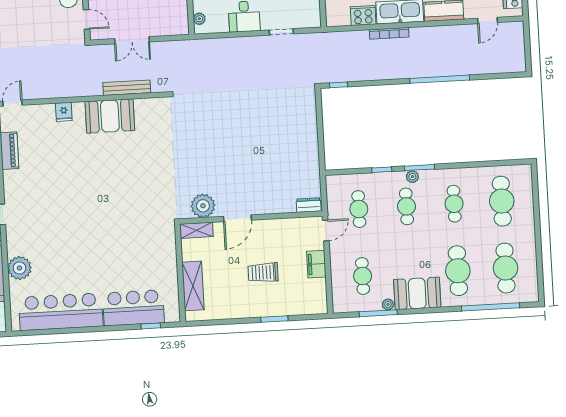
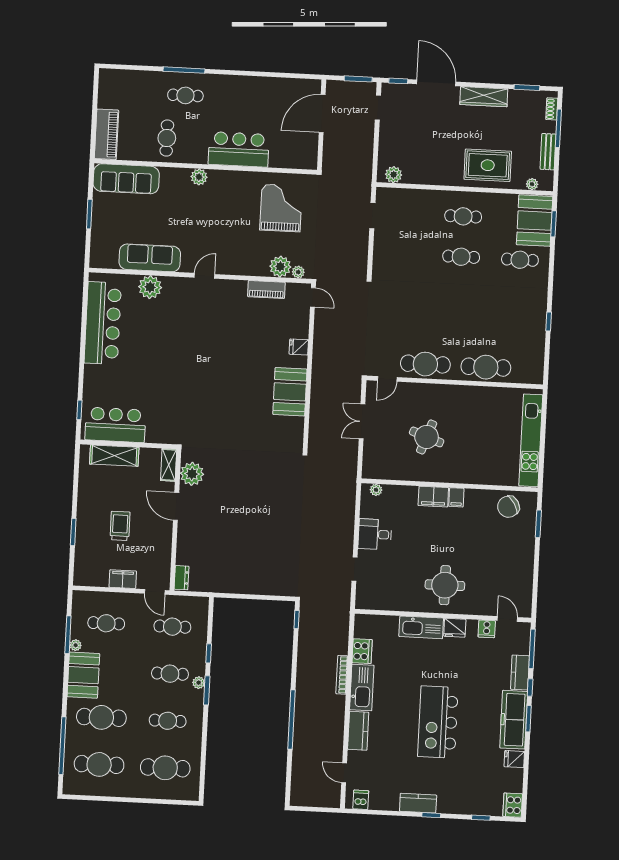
bench: (127, 88) -> (316, 411), removed
bar counter: (133, 308) -> (115, 425), moved, turned -90

